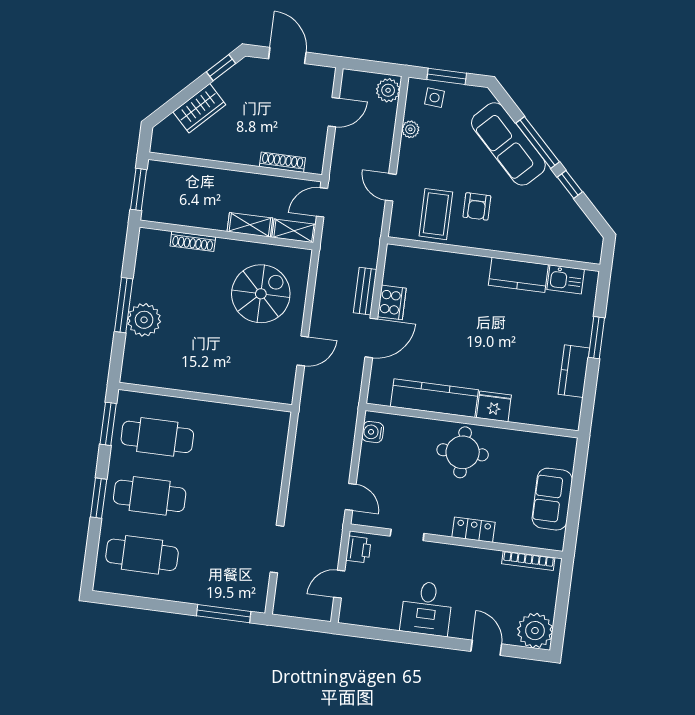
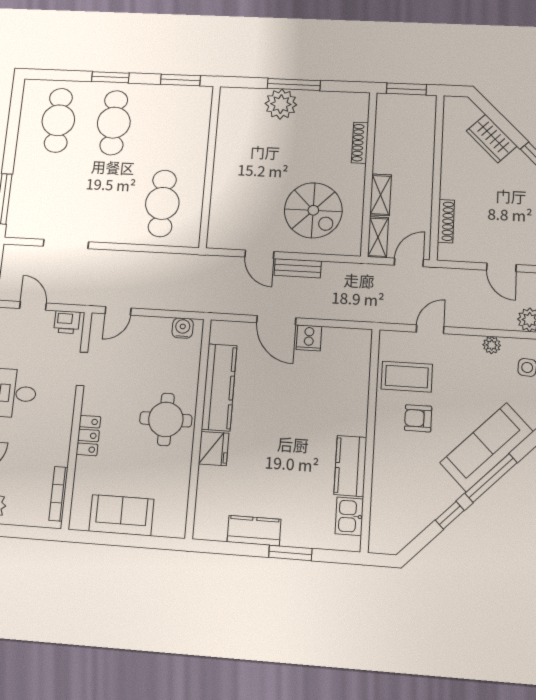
door: (322, 202) -> (409, 262), hinge flipped
bench: (365, 291) -> (298, 268), moved
cooker: (392, 302) -> (309, 338), width x0.73
cafe table: (157, 437) -> (162, 203), moved

